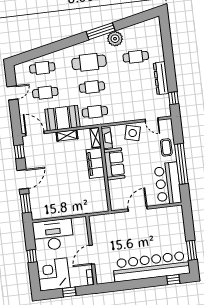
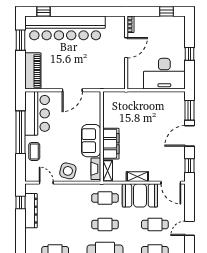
dresser: (161, 78) -> (31, 211), moved
piano: (177, 223) -> (33, 71), added
corner desk: (54, 274) -> (169, 32), removed
window: (69, 292) -> (166, 11), moved

